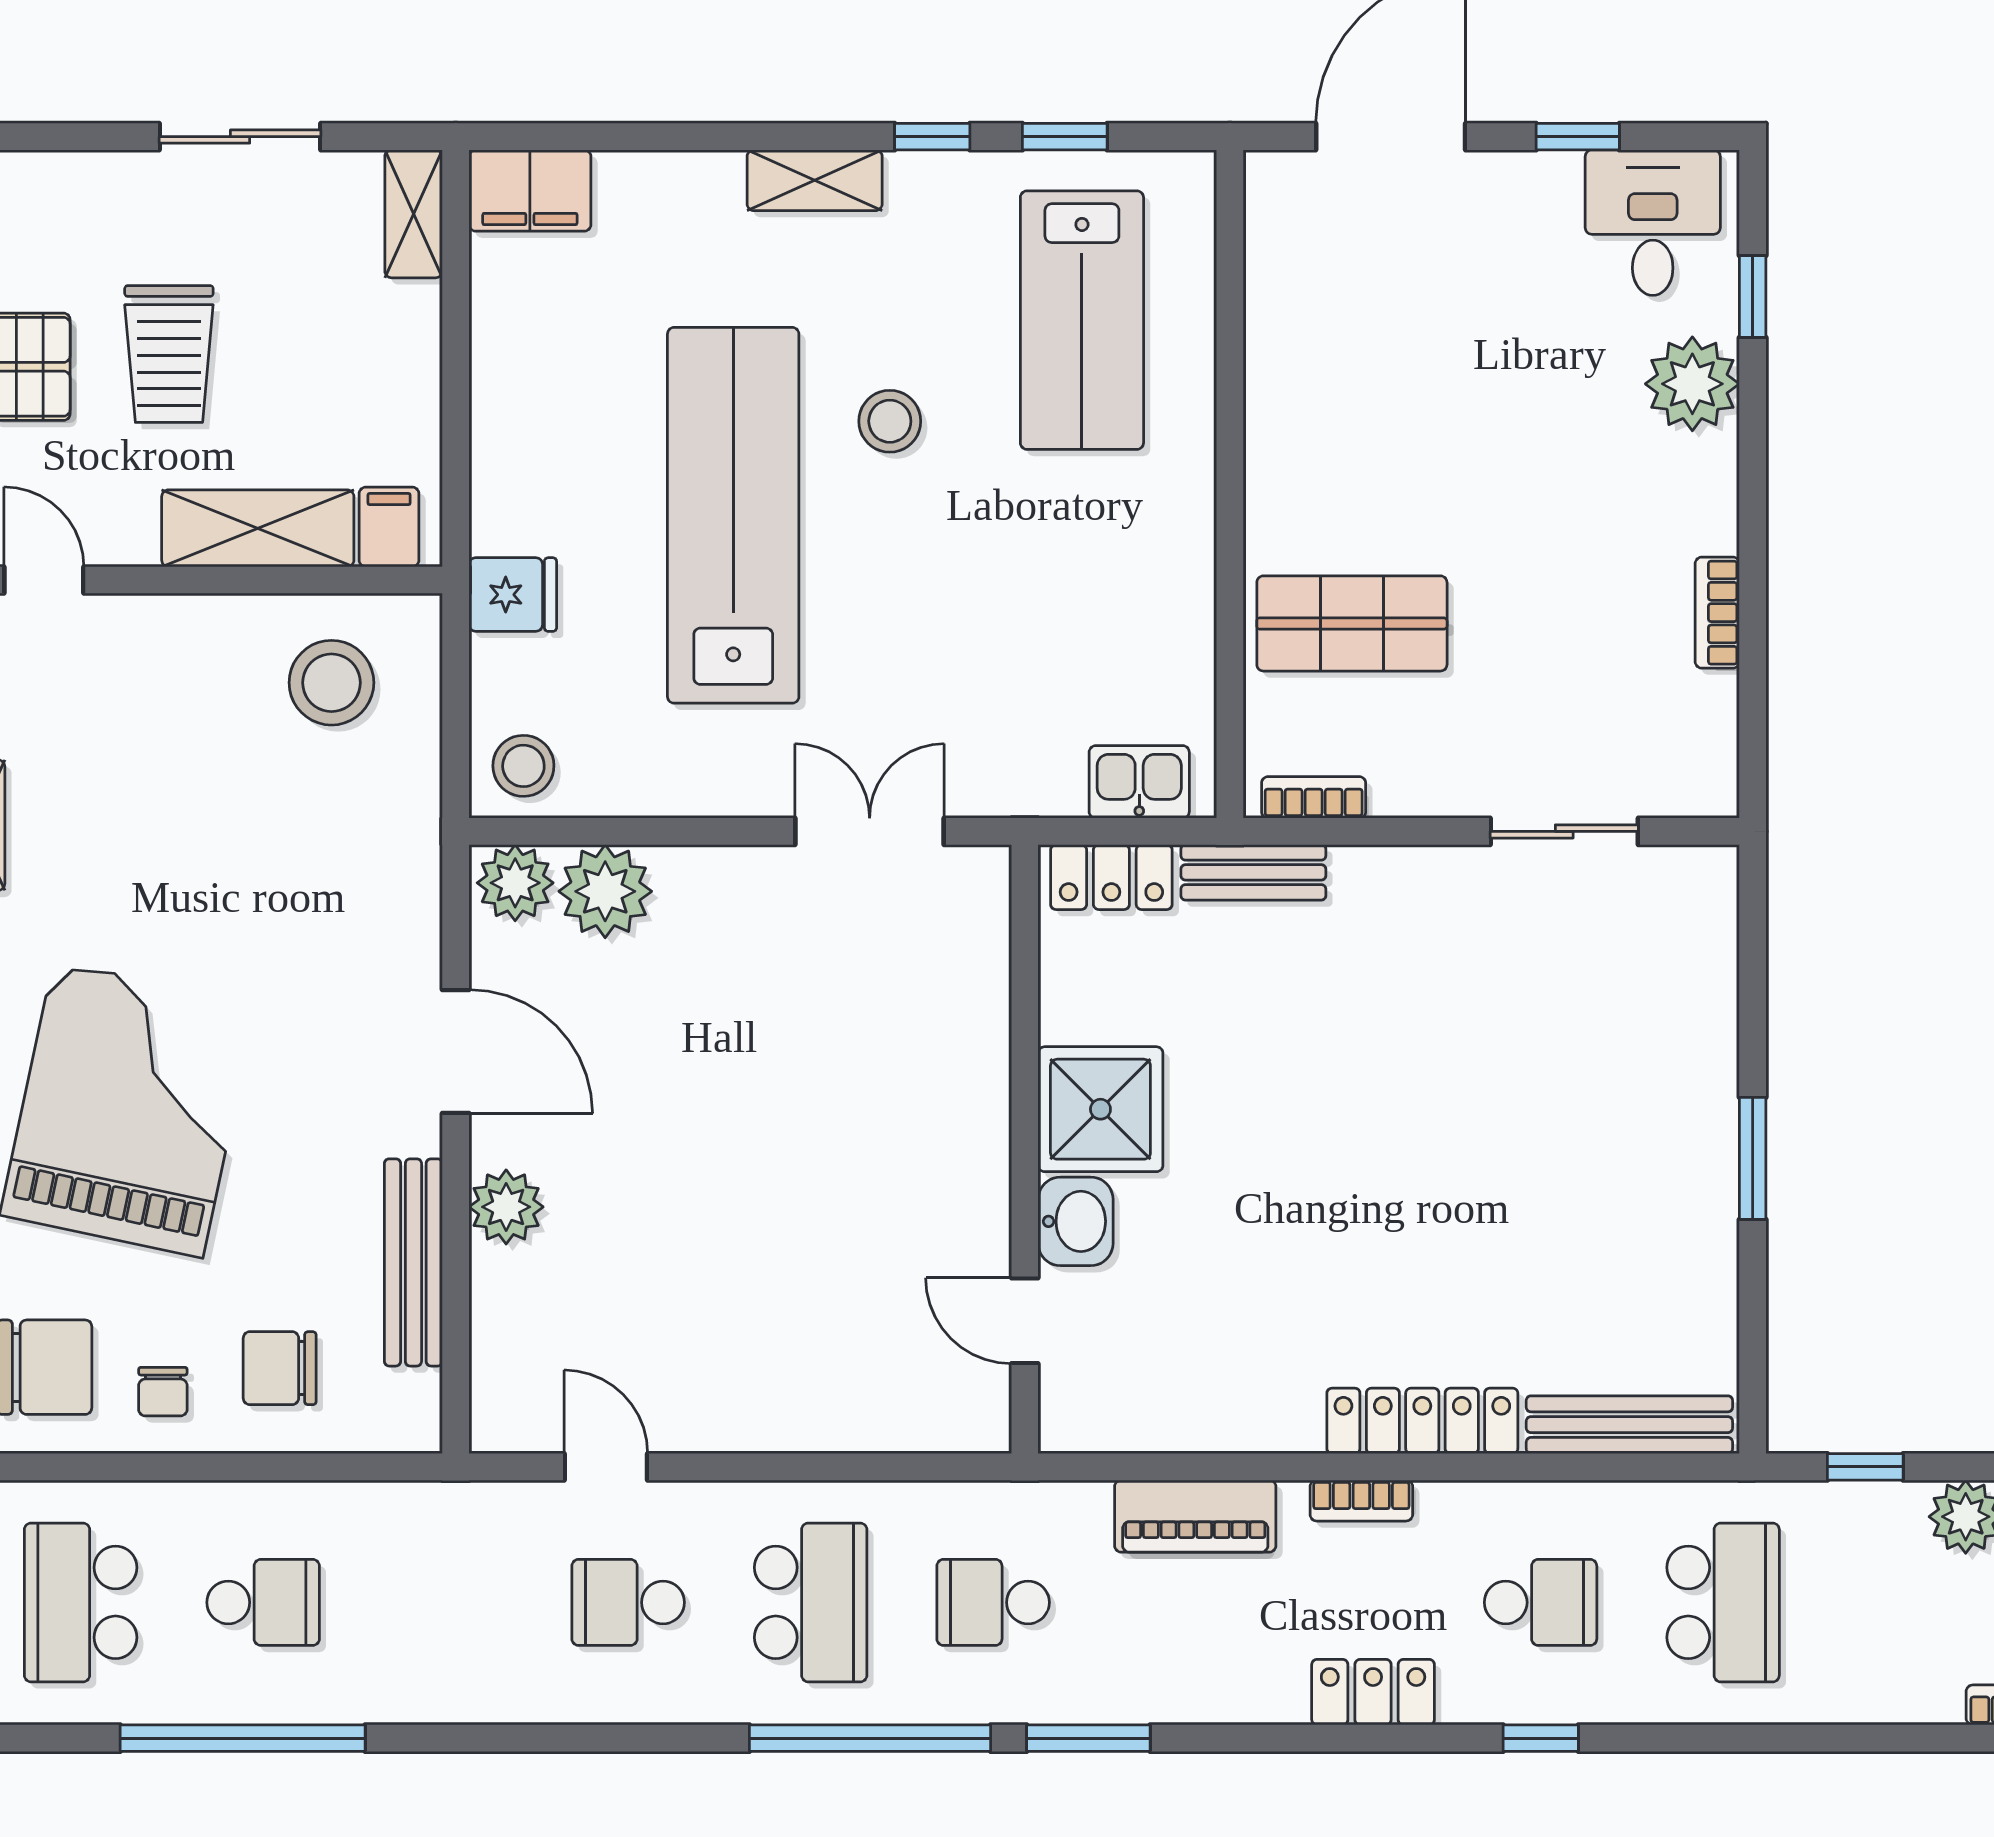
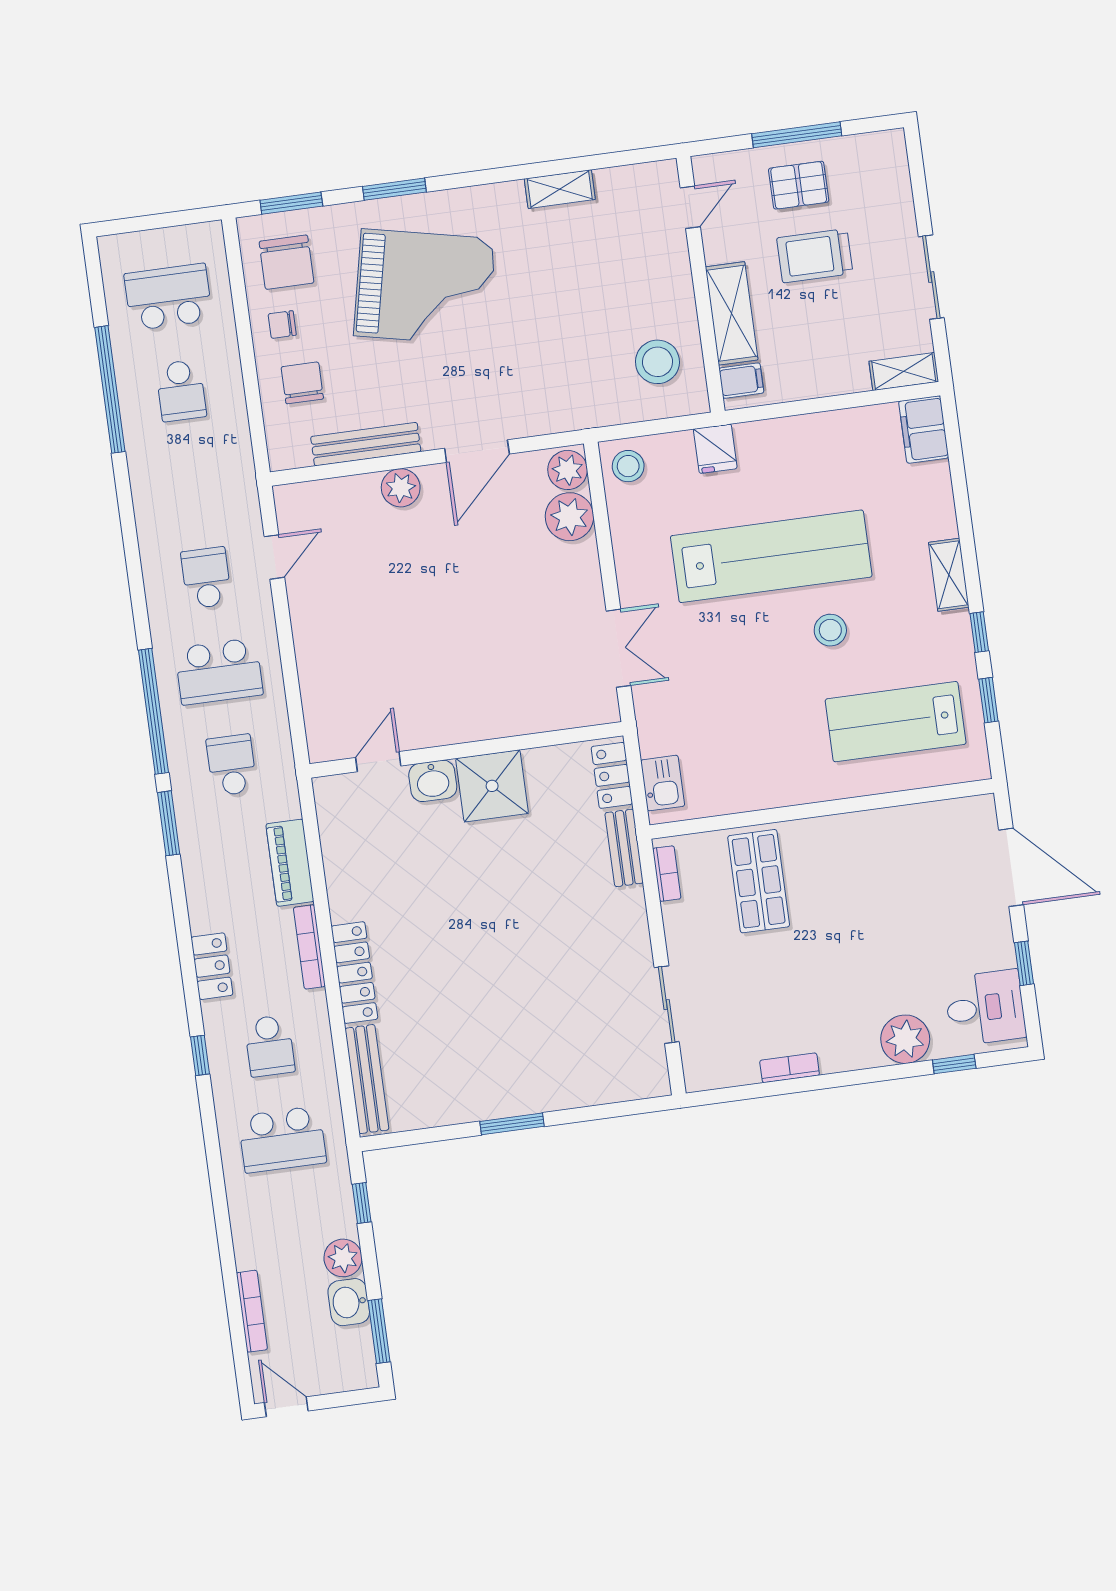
bookcase: (1361, 1501) -> (309, 947), width x1.56

